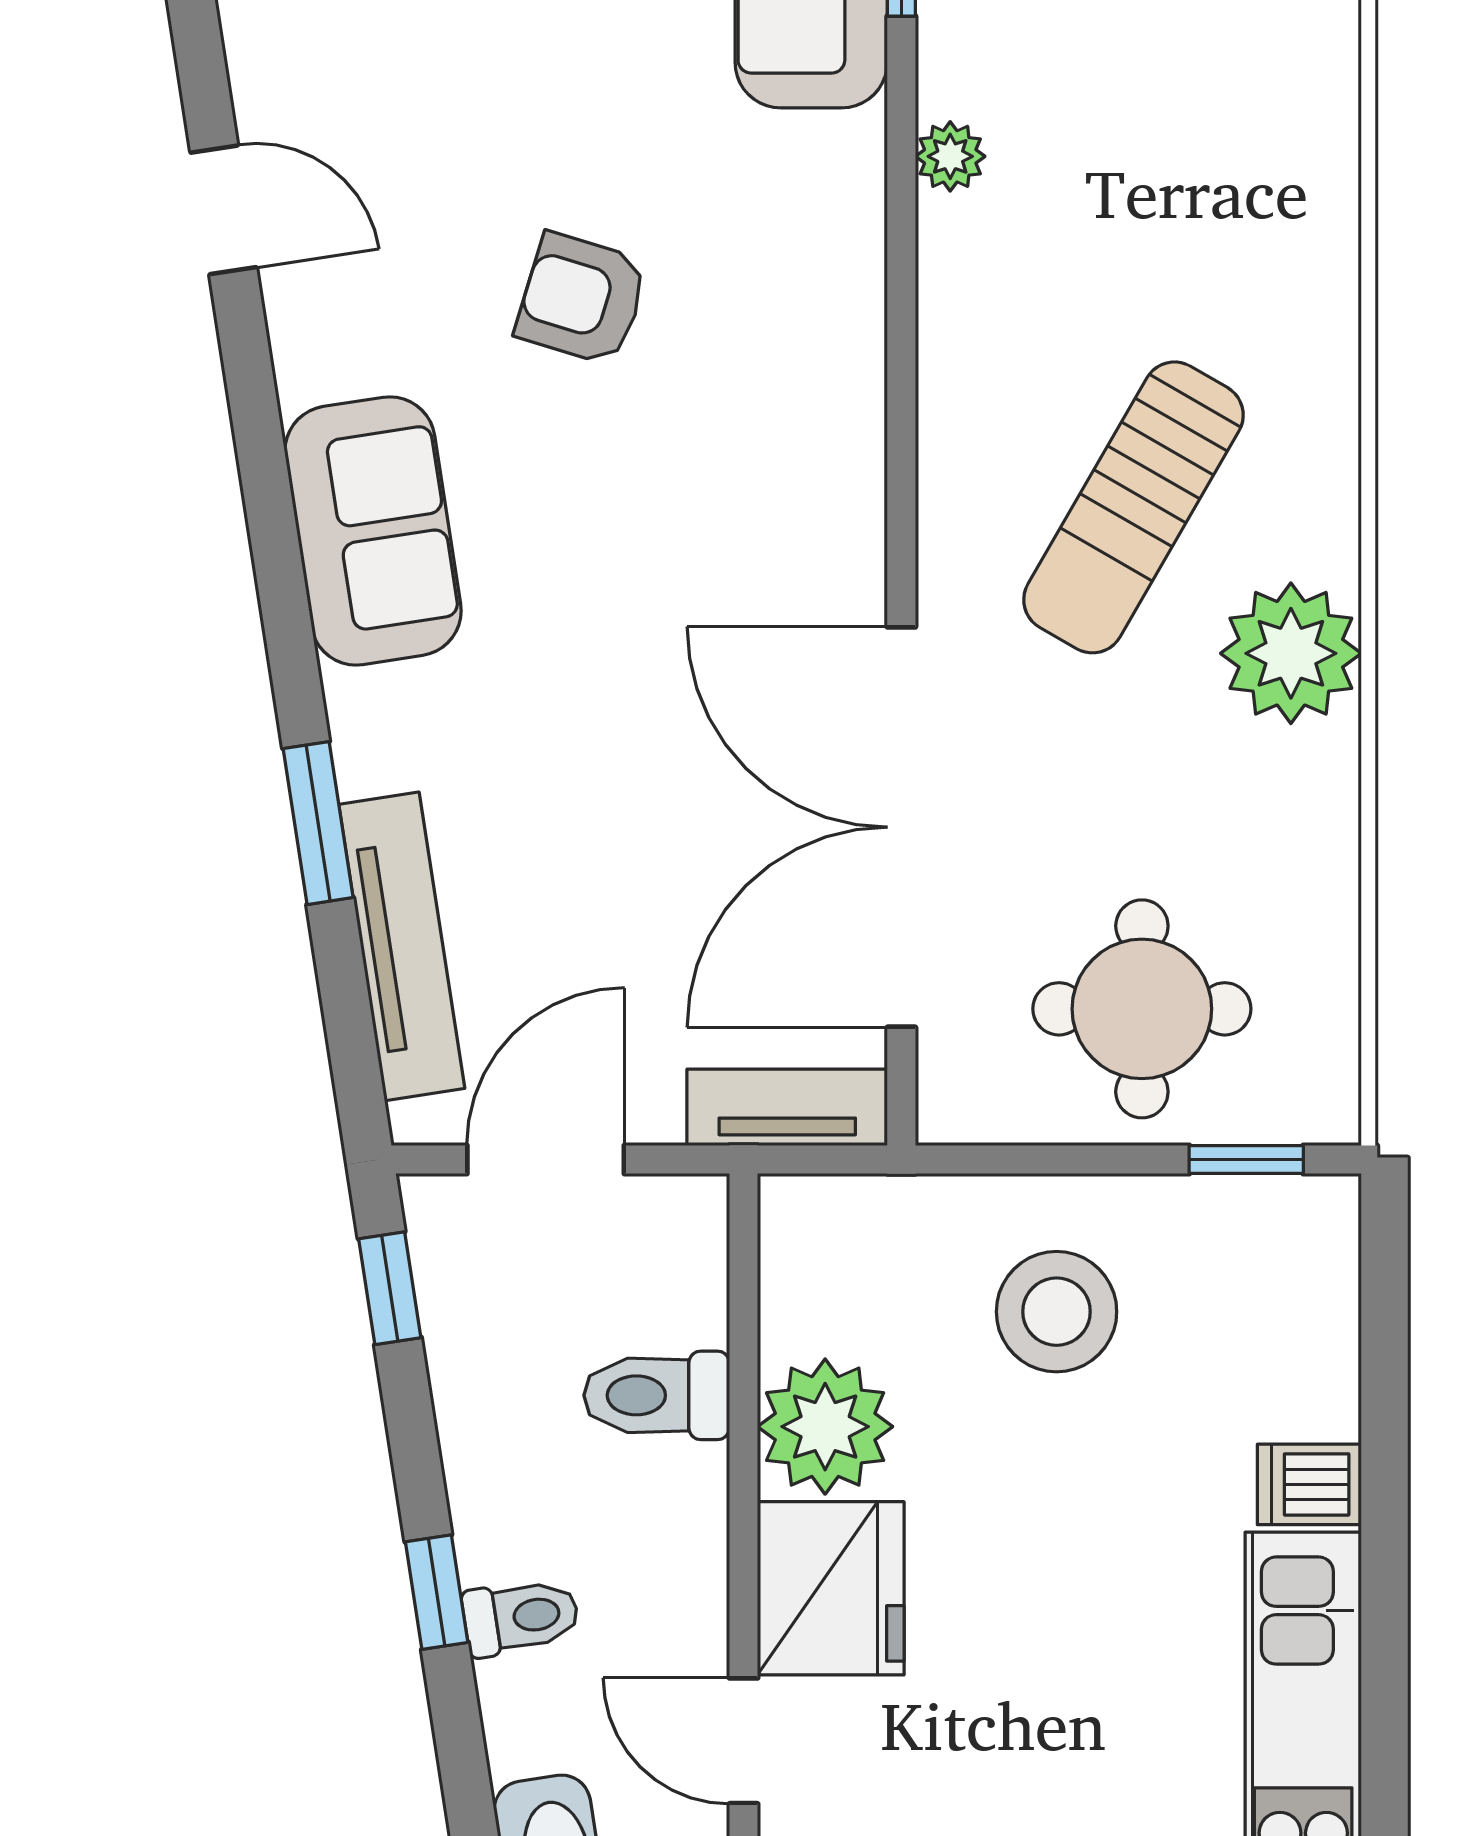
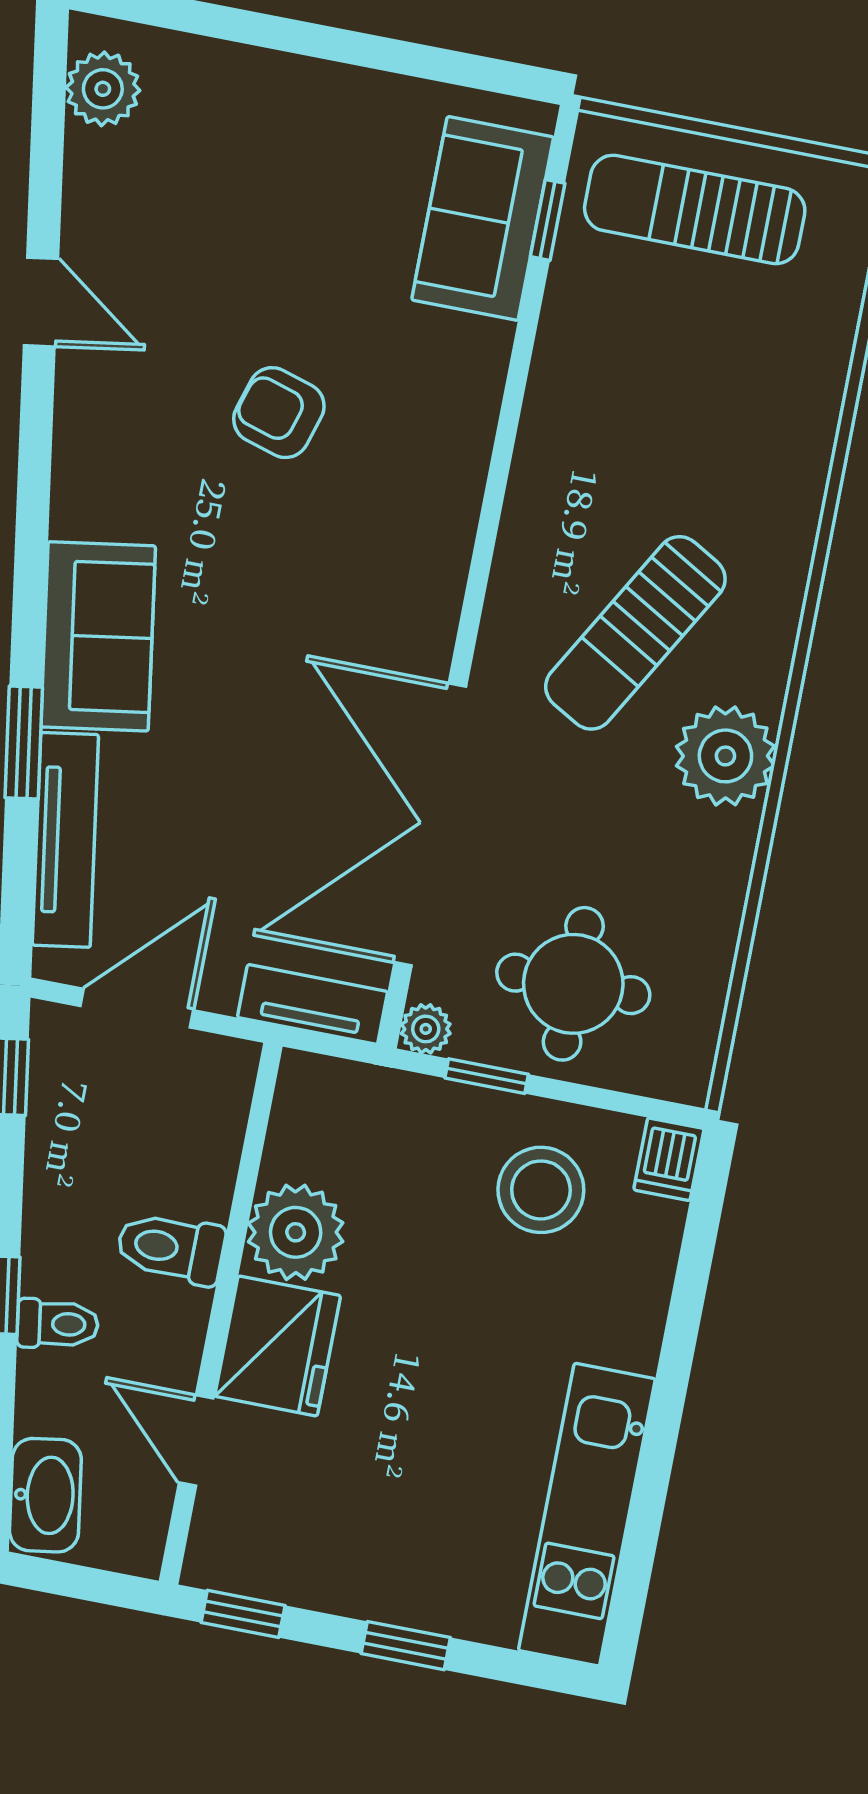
plant: (950, 156) -> (426, 1029), moved
sofa: (373, 531) -> (98, 636), moved
window: (1246, 1160) -> (487, 1076), moved
stool: (1057, 1312) -> (541, 1190), moved
toilet: (657, 1395) -> (171, 1248), moved
dishwasher: (1309, 1484) -> (669, 1159), moved, turned -90

